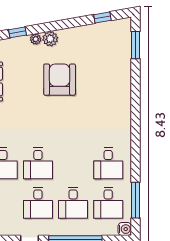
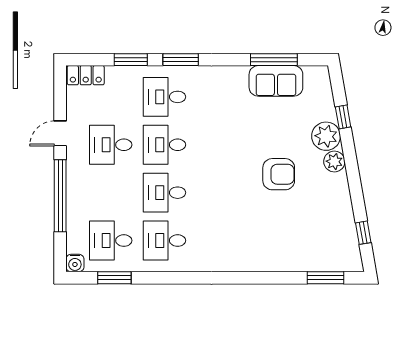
plant: (36, 39) -> (326, 136), width x1.88, depth x1.88
armchair: (60, 80) -> (279, 174), width x0.73, depth x0.73
window: (135, 200) -> (114, 278), width x0.69
desk: (73, 203) -> (164, 193), moved

